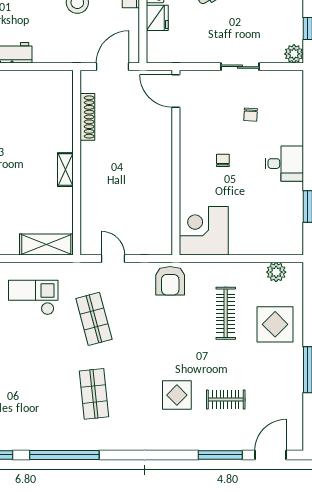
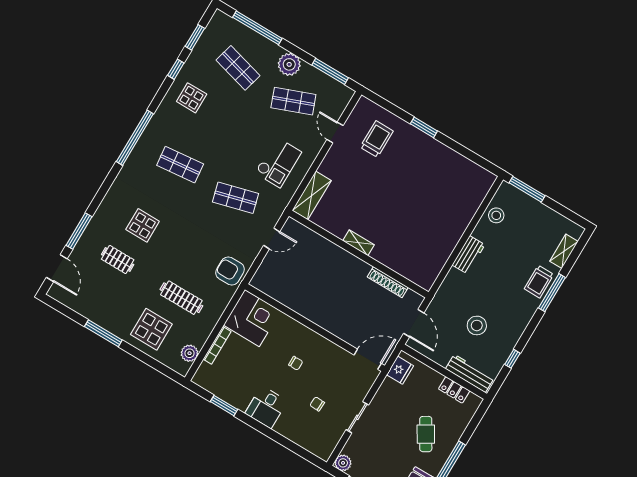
fridge: (157, 18) -> (400, 370), moved, turned -90
bookcase: (252, 249) -> (217, 345), added
clothes rail: (226, 399) -> (118, 260), turned 90
display table: (21, 422) -> (192, 98), added
window: (64, 455) -> (135, 138), moved

